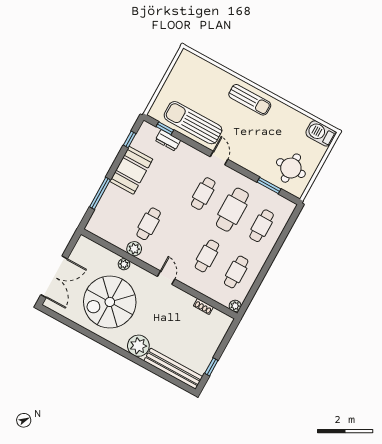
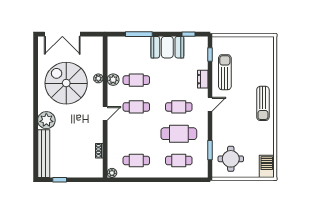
sun lounger: (193, 123) -> (225, 72), width x0.73, depth x0.75
dresser: (168, 140) -> (203, 79), moved
cafe table: (207, 256) -> (136, 107), moved

